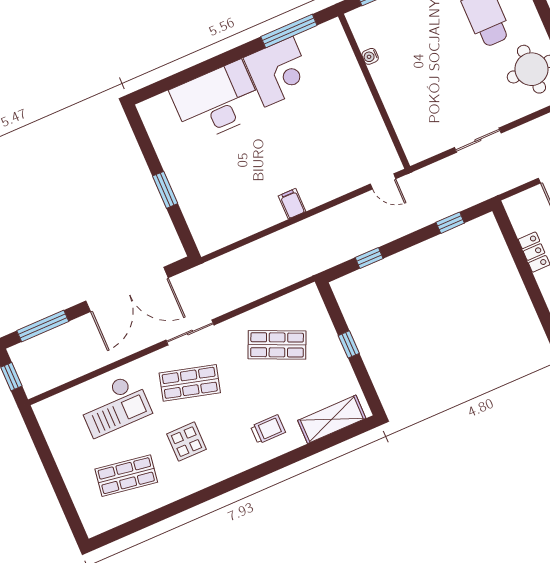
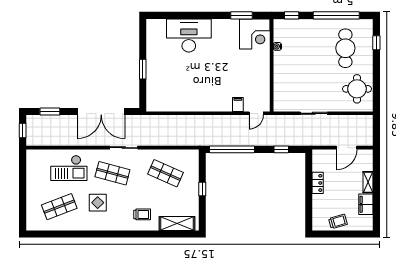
window: (289, 31) -> (241, 15), width x0.69
corner desk: (279, 72) -> (255, 34), moved
door: (383, 181) -> (256, 113), hinge flipped
filing cabinet: (292, 204) -> (238, 104), moved
window: (369, 258) -> (232, 149), width x3.17
window: (43, 326) -> (50, 112), width x0.69
shop shelf: (126, 476) -> (59, 207), turned -30

